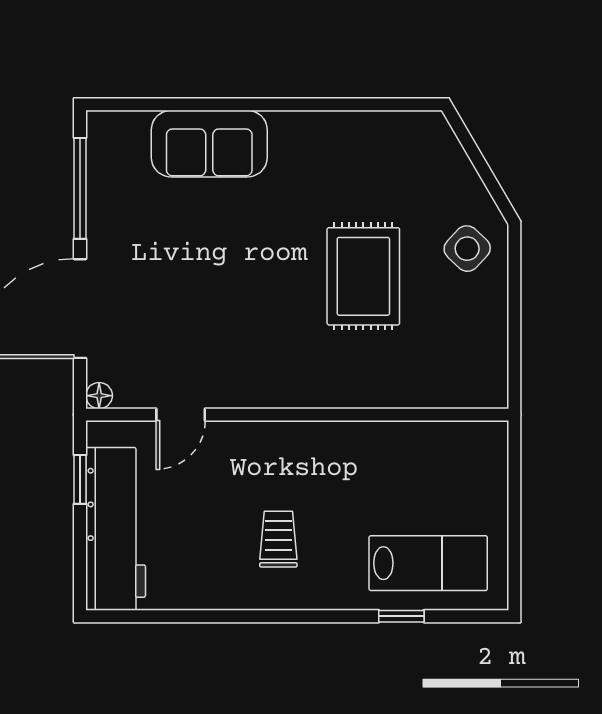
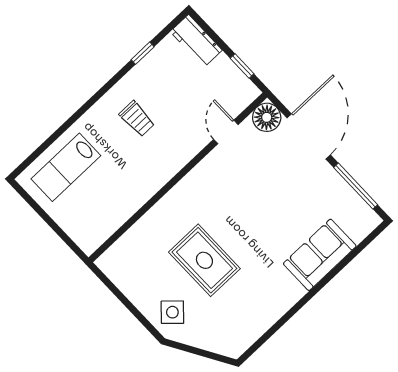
floor lamp: (99, 396) -> (267, 117), width x1.89, depth x1.89
workbench: (116, 529) -> (196, 41), width x0.53, depth x0.76
window: (401, 616) -> (143, 53), moved

